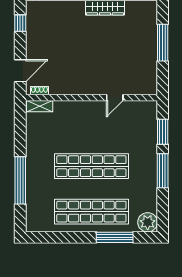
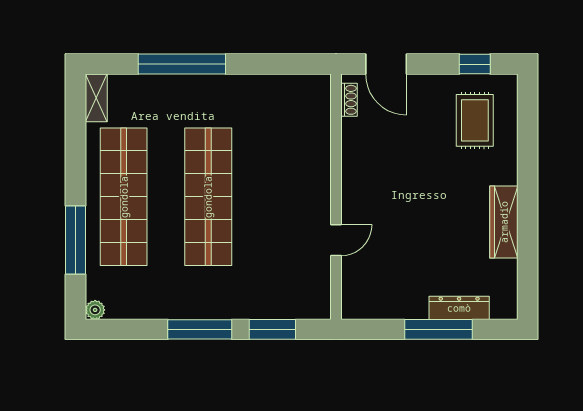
rug: (50, 23) -> (475, 120), added
dresser: (151, 32) -> (459, 308), added
door: (115, 98) -> (336, 240), swing flipped
shelving: (40, 106) -> (96, 98), moved
plant: (148, 222) -> (95, 310), width x0.53, depth x0.53

